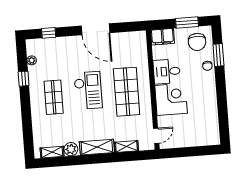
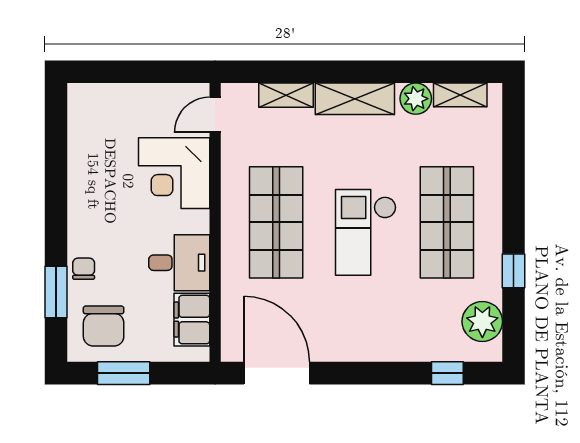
door: (96, 29) -> (277, 373), moved
filing cabinet: (163, 37) -> (192, 320), moved, turned -90
chair: (197, 42) -> (104, 326), turned 180
plant: (32, 60) -> (482, 321), width x1.87, depth x1.87
shop shelf: (54, 97) -> (447, 222), width x1.43, depth x1.36
corner desk: (171, 99) -> (174, 173), moved

